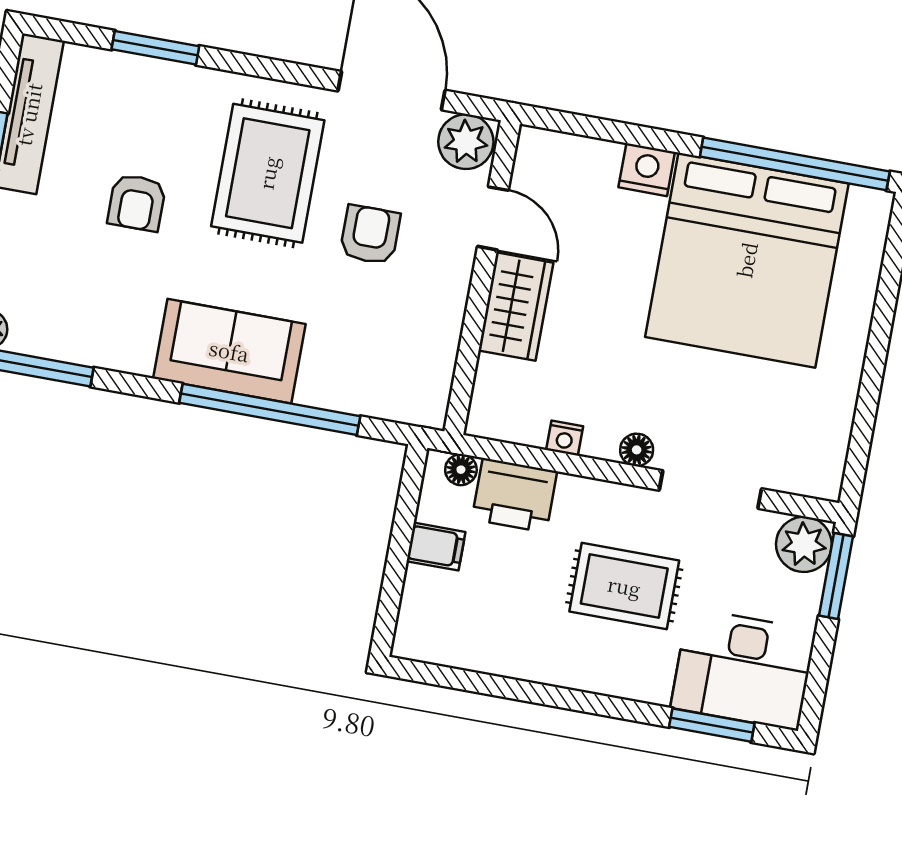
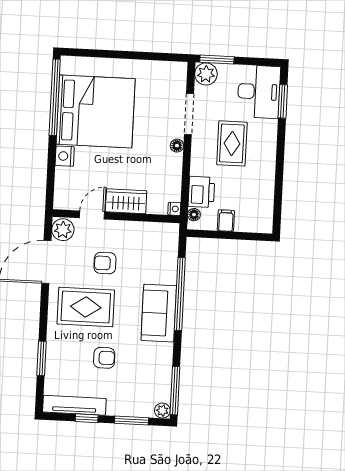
nightstand: (565, 438) -> (174, 209), moved

